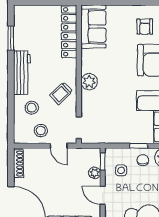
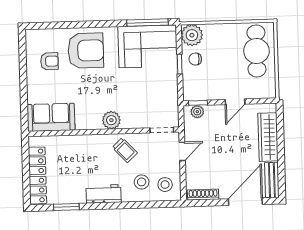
locker: (69, 32) -> (37, 175), moved, turned -90
workbench: (22, 73) -> (104, 194), width x0.73
stool: (41, 131) -> (165, 185), moved
side table: (121, 170) -> (207, 82), removed
plant: (95, 173) -> (197, 112), moved

